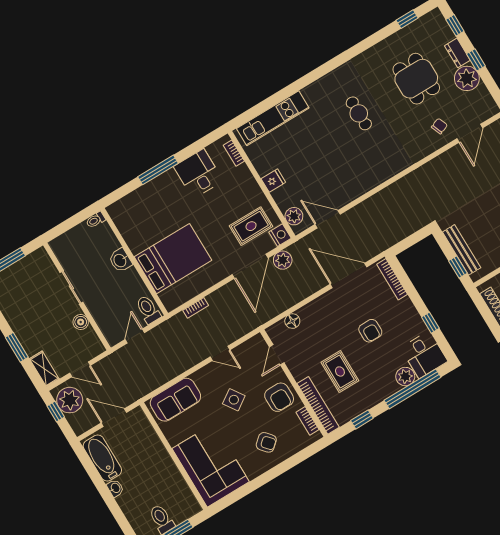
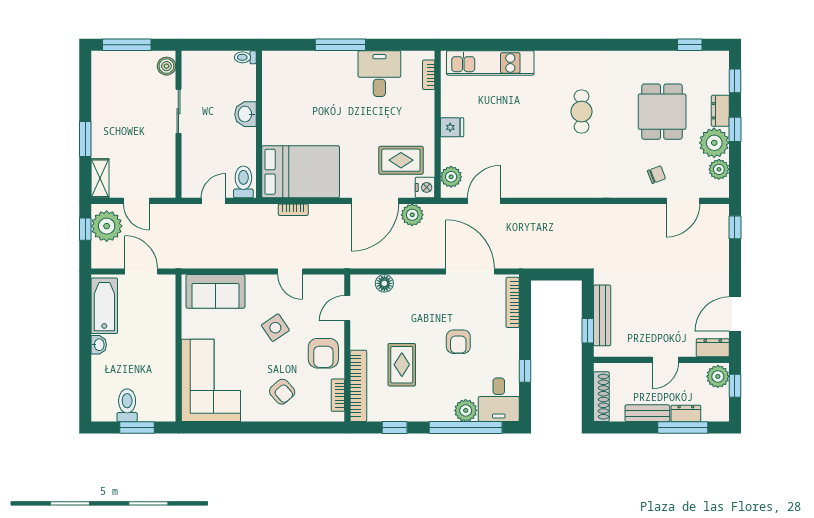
plant: (482, 95) -> (719, 169), added
door: (328, 219) -> (484, 201), hinge flipped
bed: (173, 259) -> (301, 172), moved
boiler: (81, 322) -> (166, 66), moved

